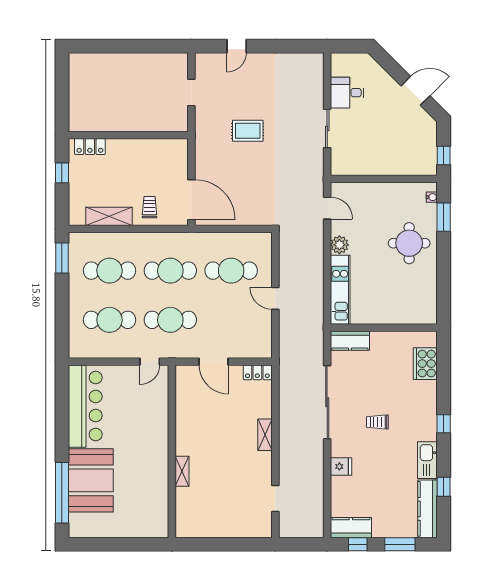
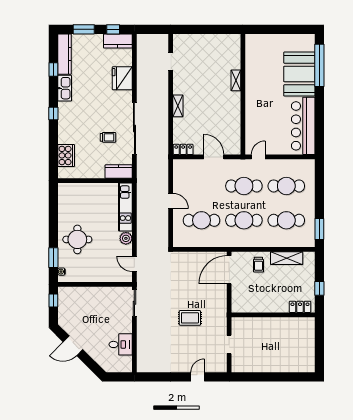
sliding door: (327, 128) -> (134, 303), moved
door: (191, 200) -> (229, 270), hinge flipped
trolley: (377, 422) -> (108, 137), moved
fridge: (341, 466) -> (122, 78), width x1.88, depth x1.34

